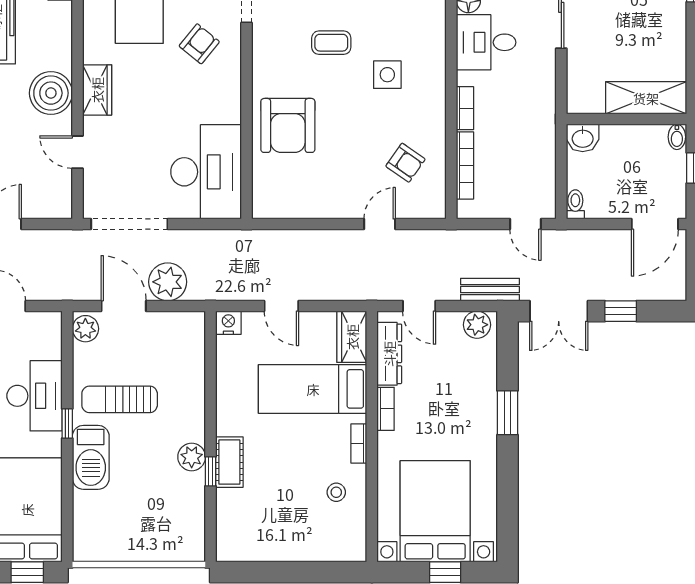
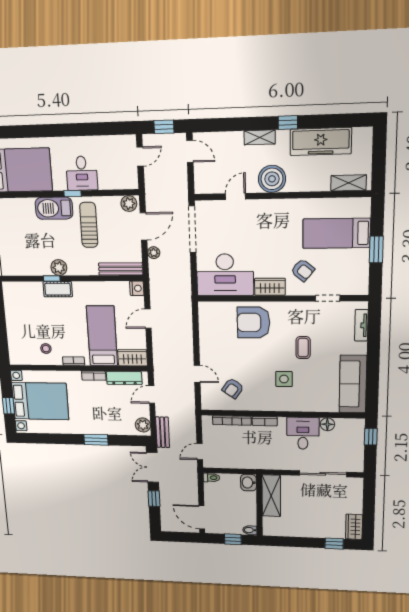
wardrobe: (97, 90) -> (270, 287), moved, turned 180
shelving: (646, 98) -> (271, 496), moved
plant: (168, 282) -> (154, 253), width x0.53, depth x0.53
bench: (195, 349) -> (121, 269), added
desk: (34, 396) -> (82, 173), width x0.73

